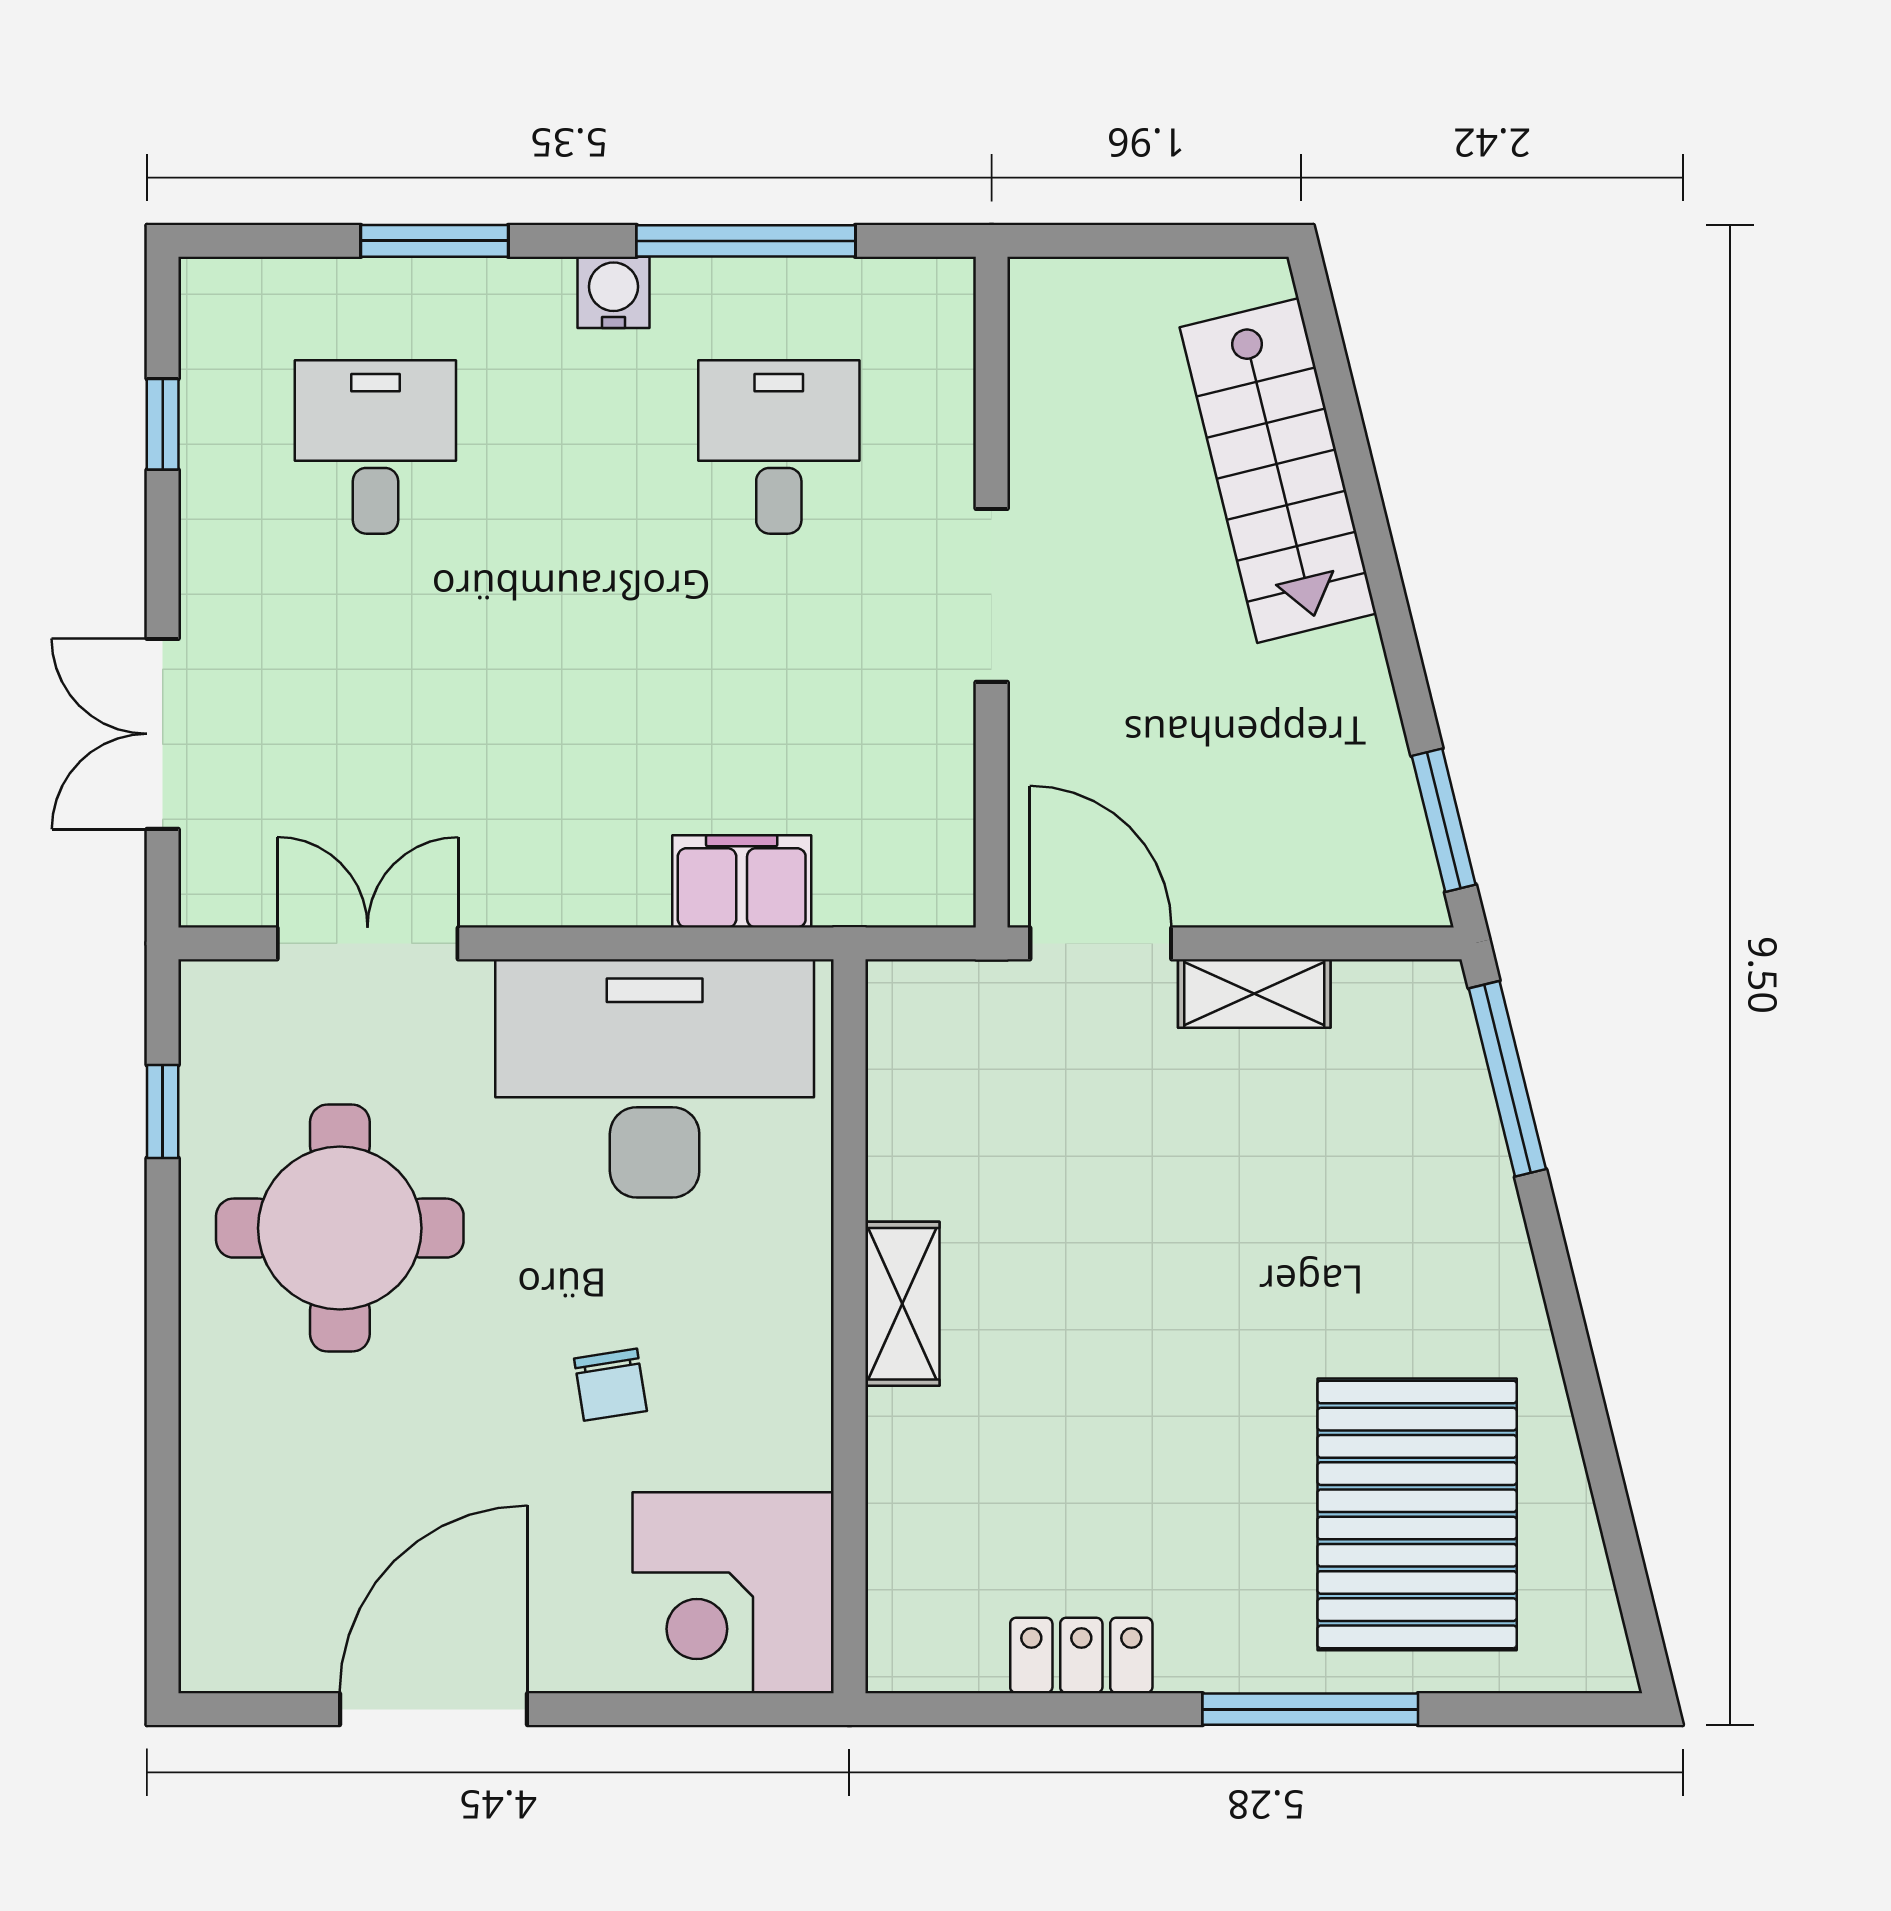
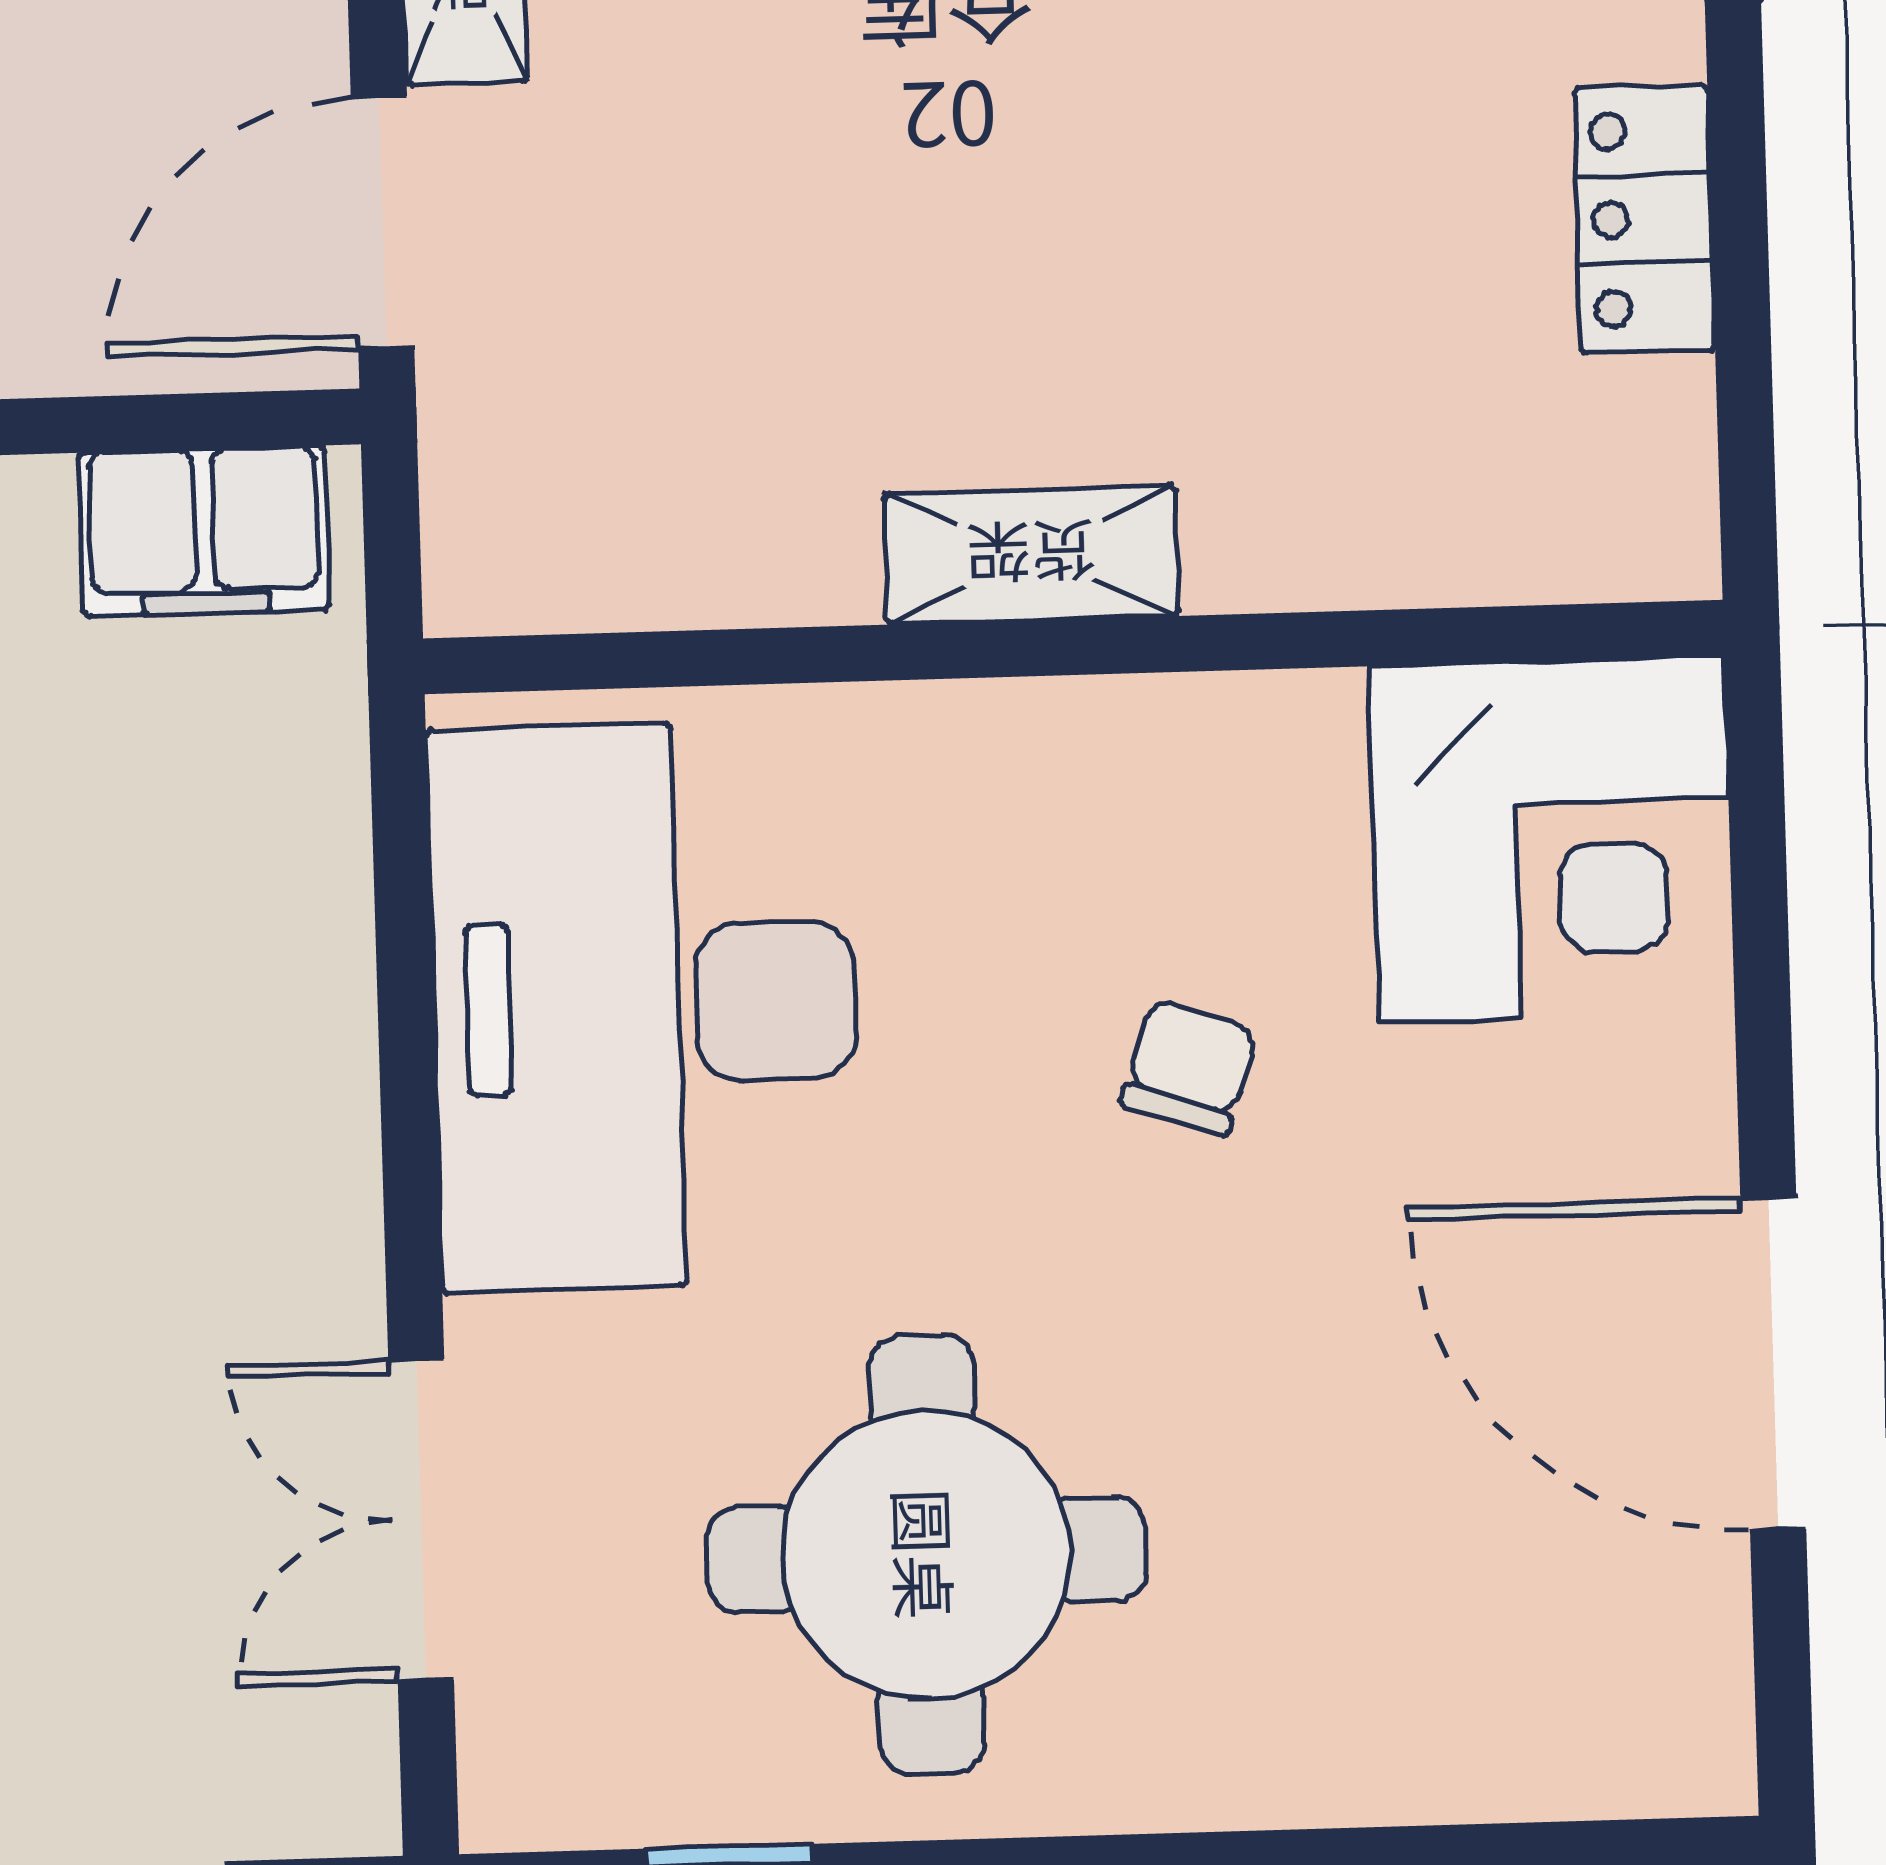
filing cabinet: (742, 881) -> (204, 531), moved, turned -90
chair: (610, 1385) -> (1189, 1067), turned -62

